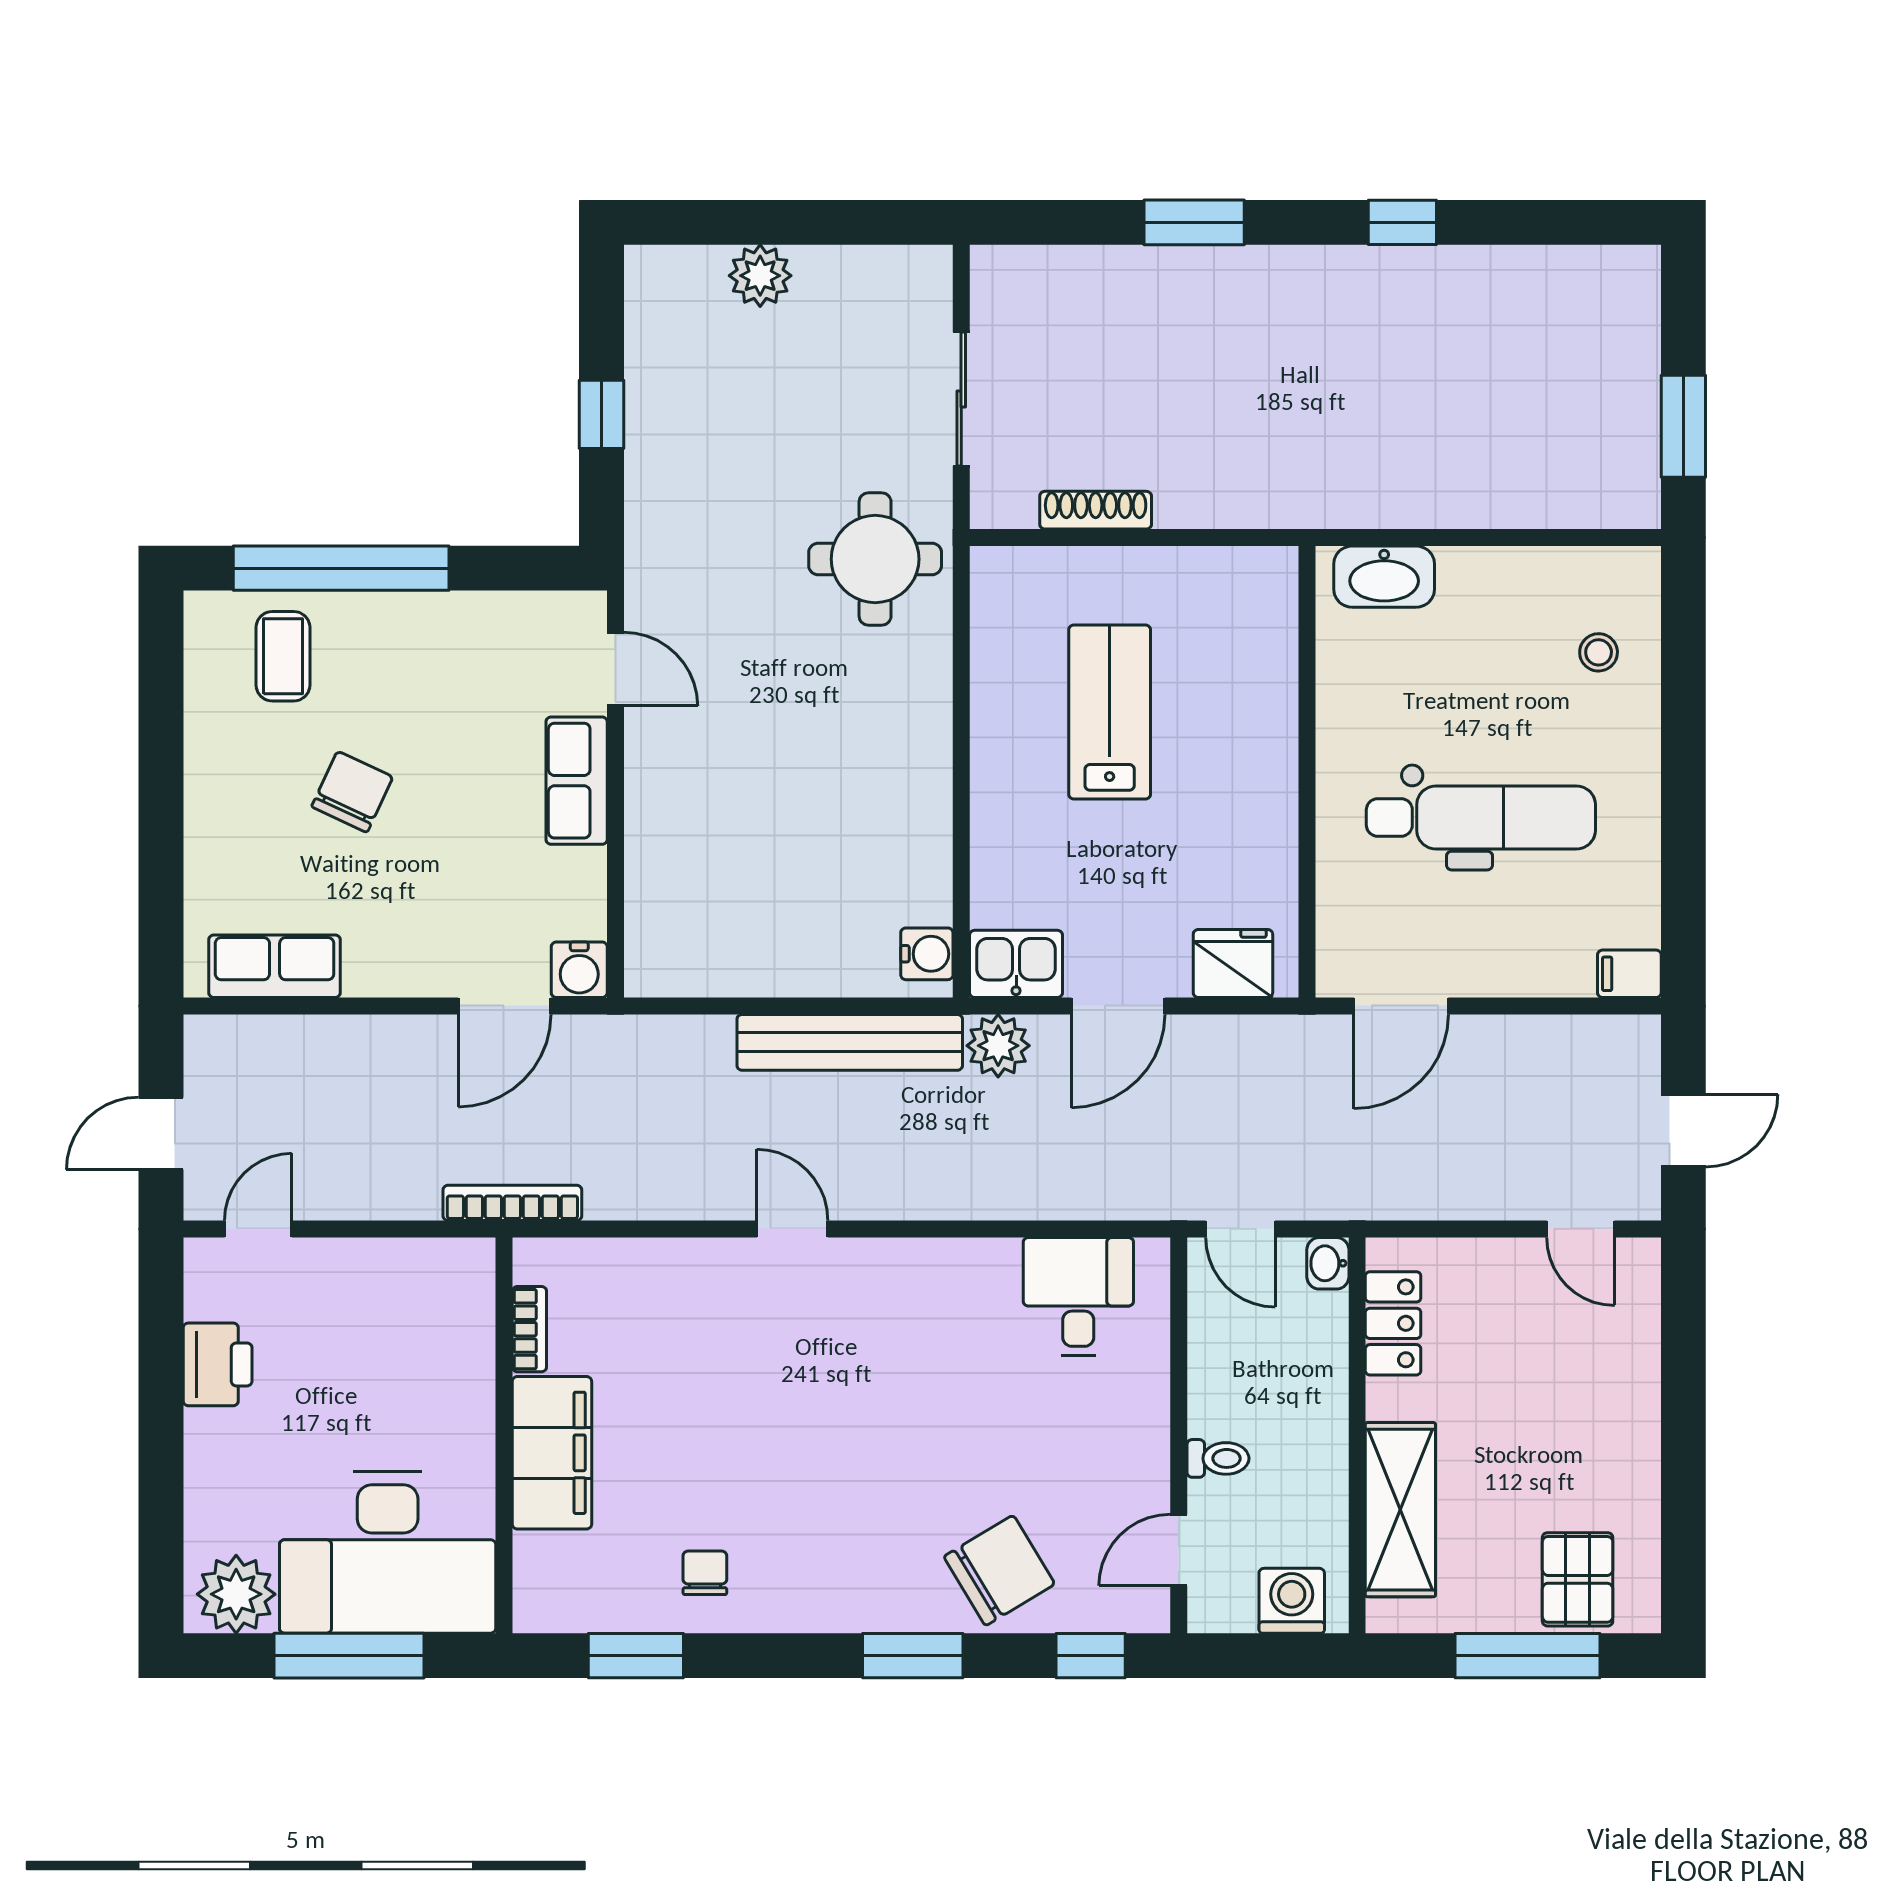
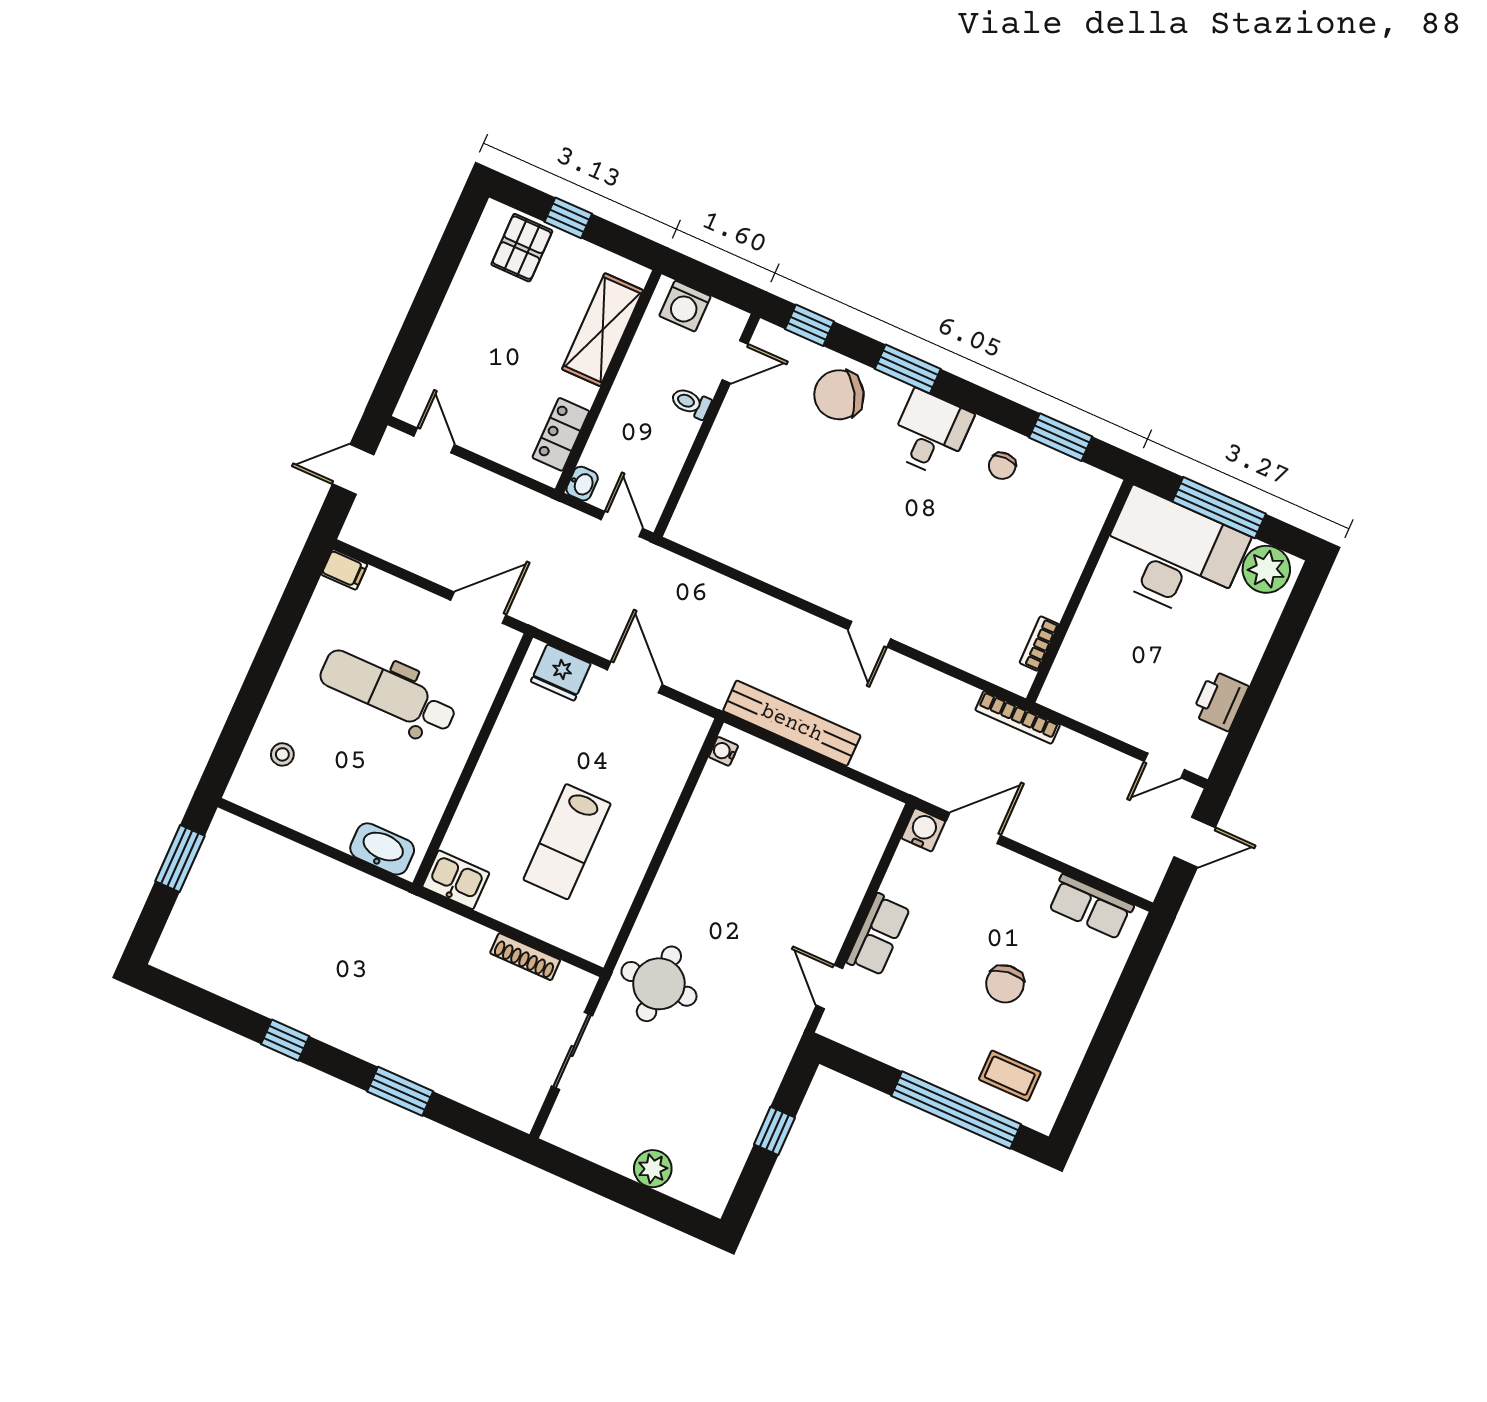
coffee table: (283, 656) -> (1010, 1076), turned 90
chair: (352, 792) -> (1005, 984), turned -32
water cooler: (927, 954) -> (723, 751), width x0.72, depth x0.72
kitchen sink: (1016, 964) -> (456, 880), moved, turned 180
door: (1118, 1006) -> (635, 677), hinge flipped
plant: (998, 1046) -> (711, 685), removed
desk: (1078, 1297) -> (930, 433), moved, turned 180
filing cabinet: (552, 1453) -> (1057, 570), removed
window: (1528, 1656) -> (568, 218), width x0.46

